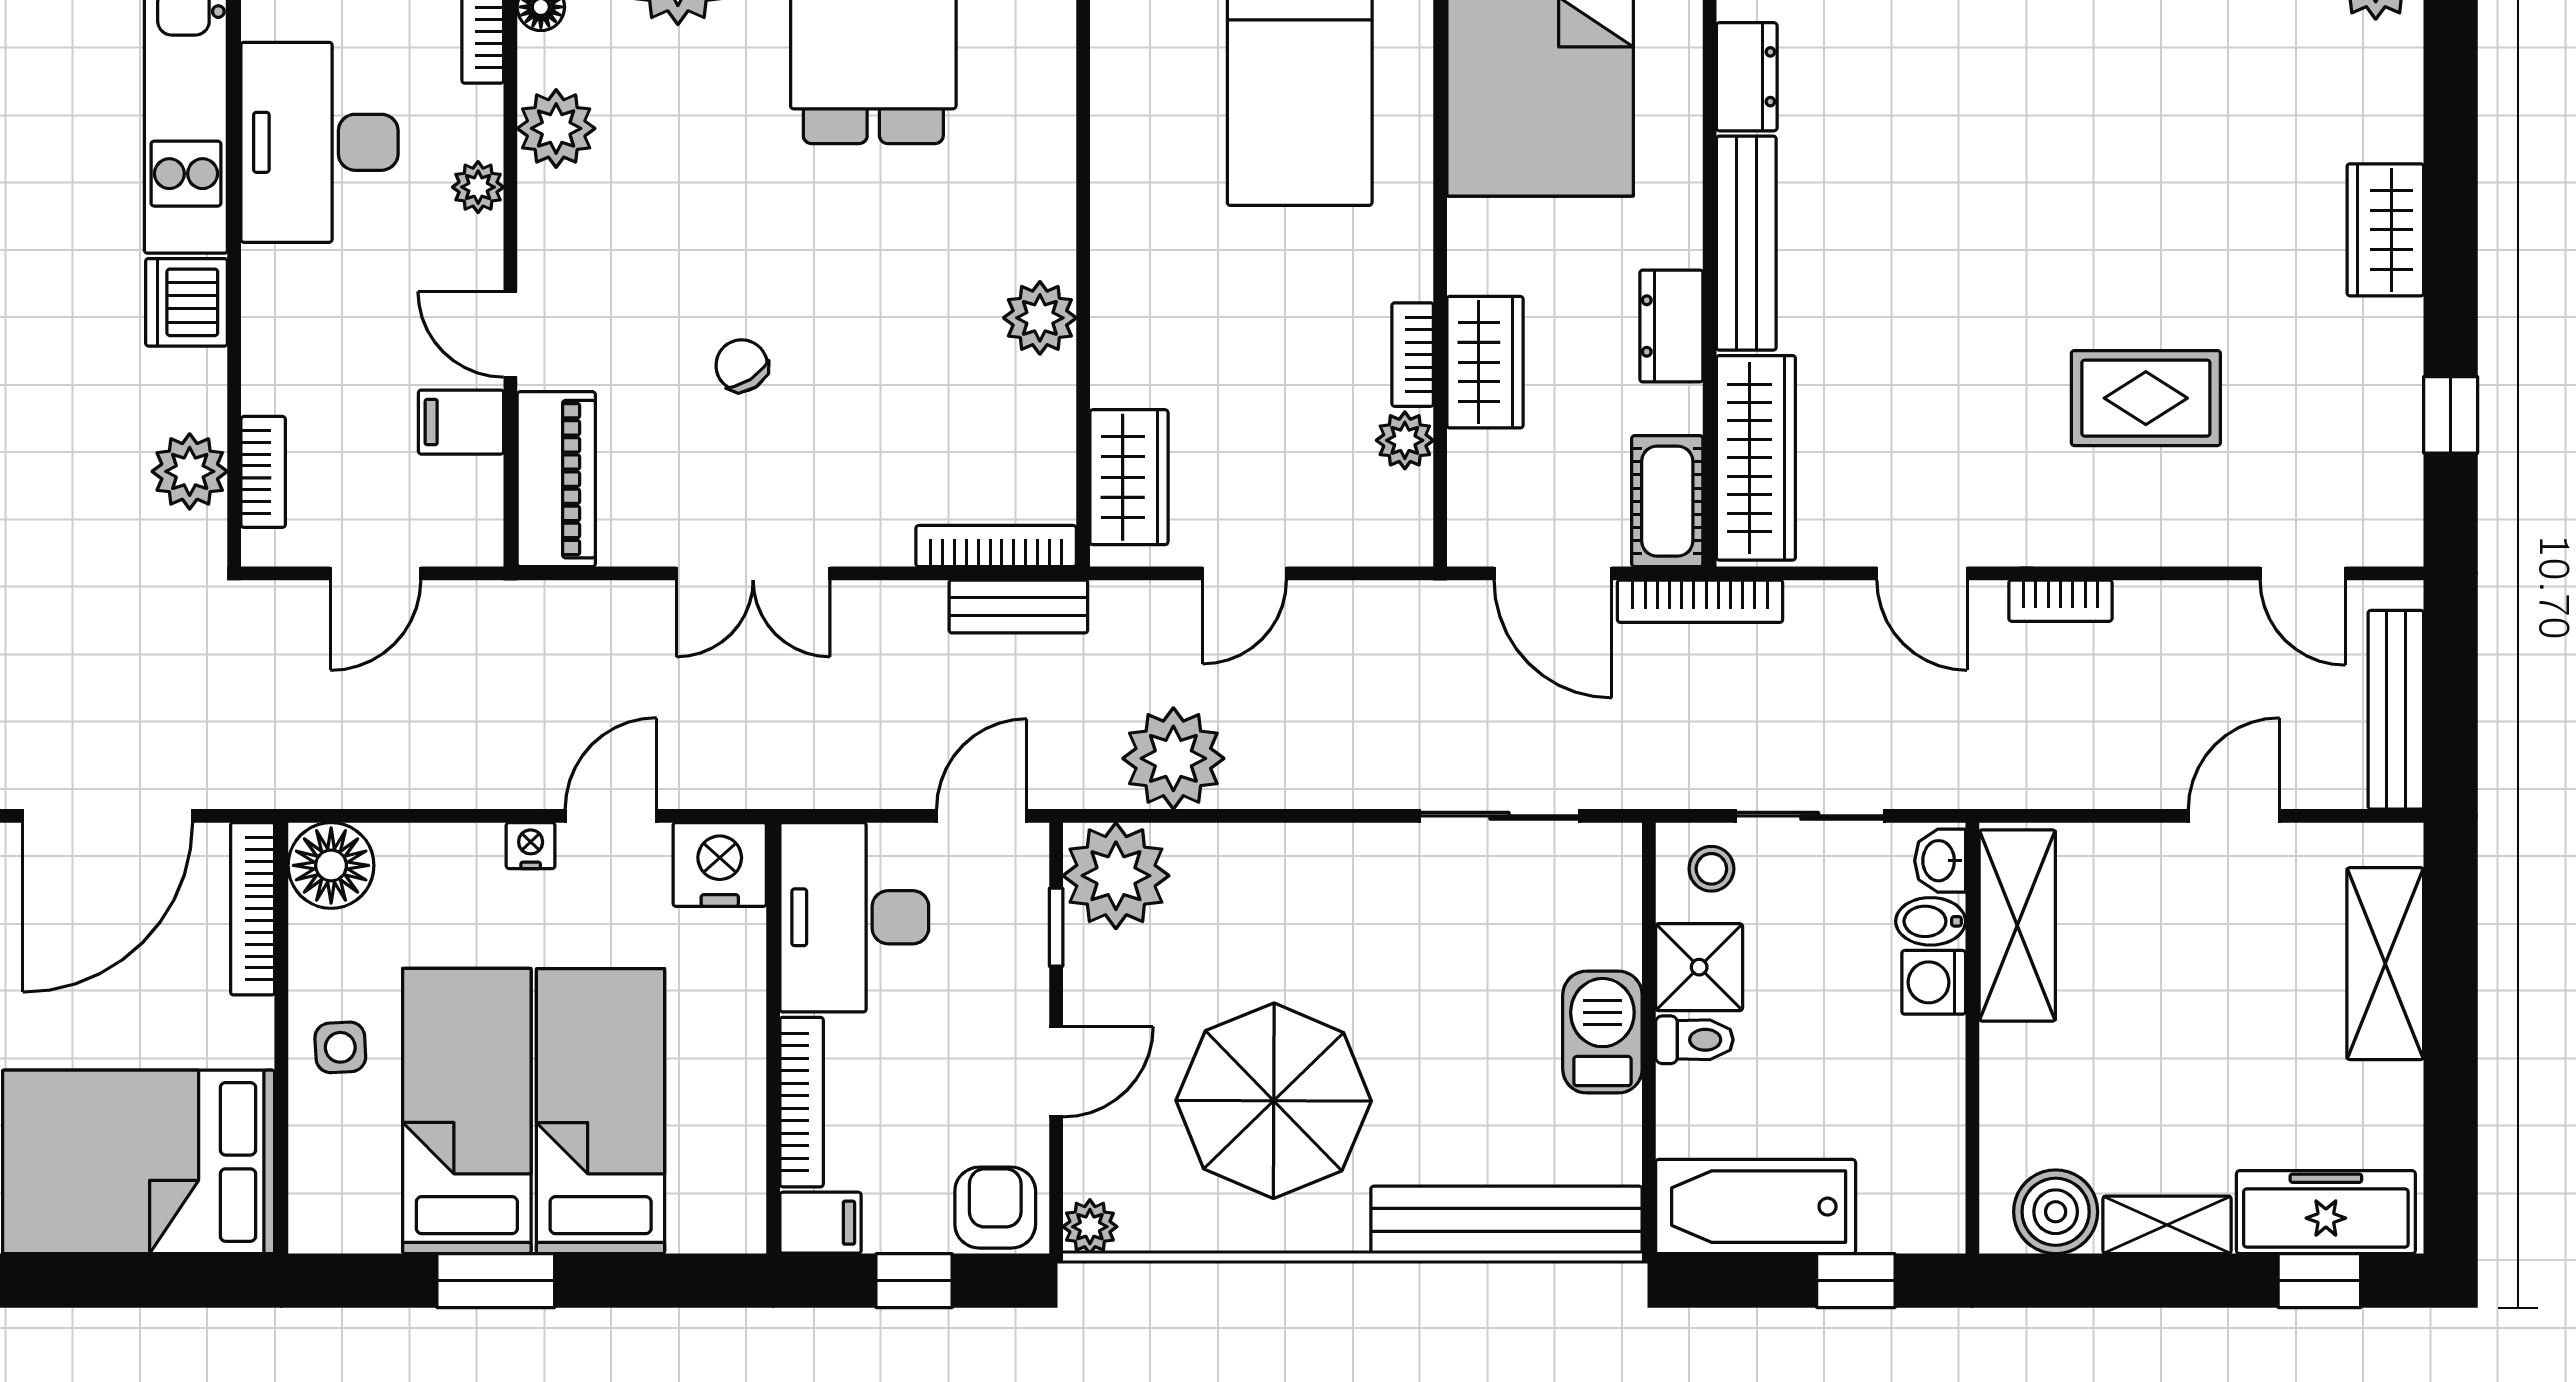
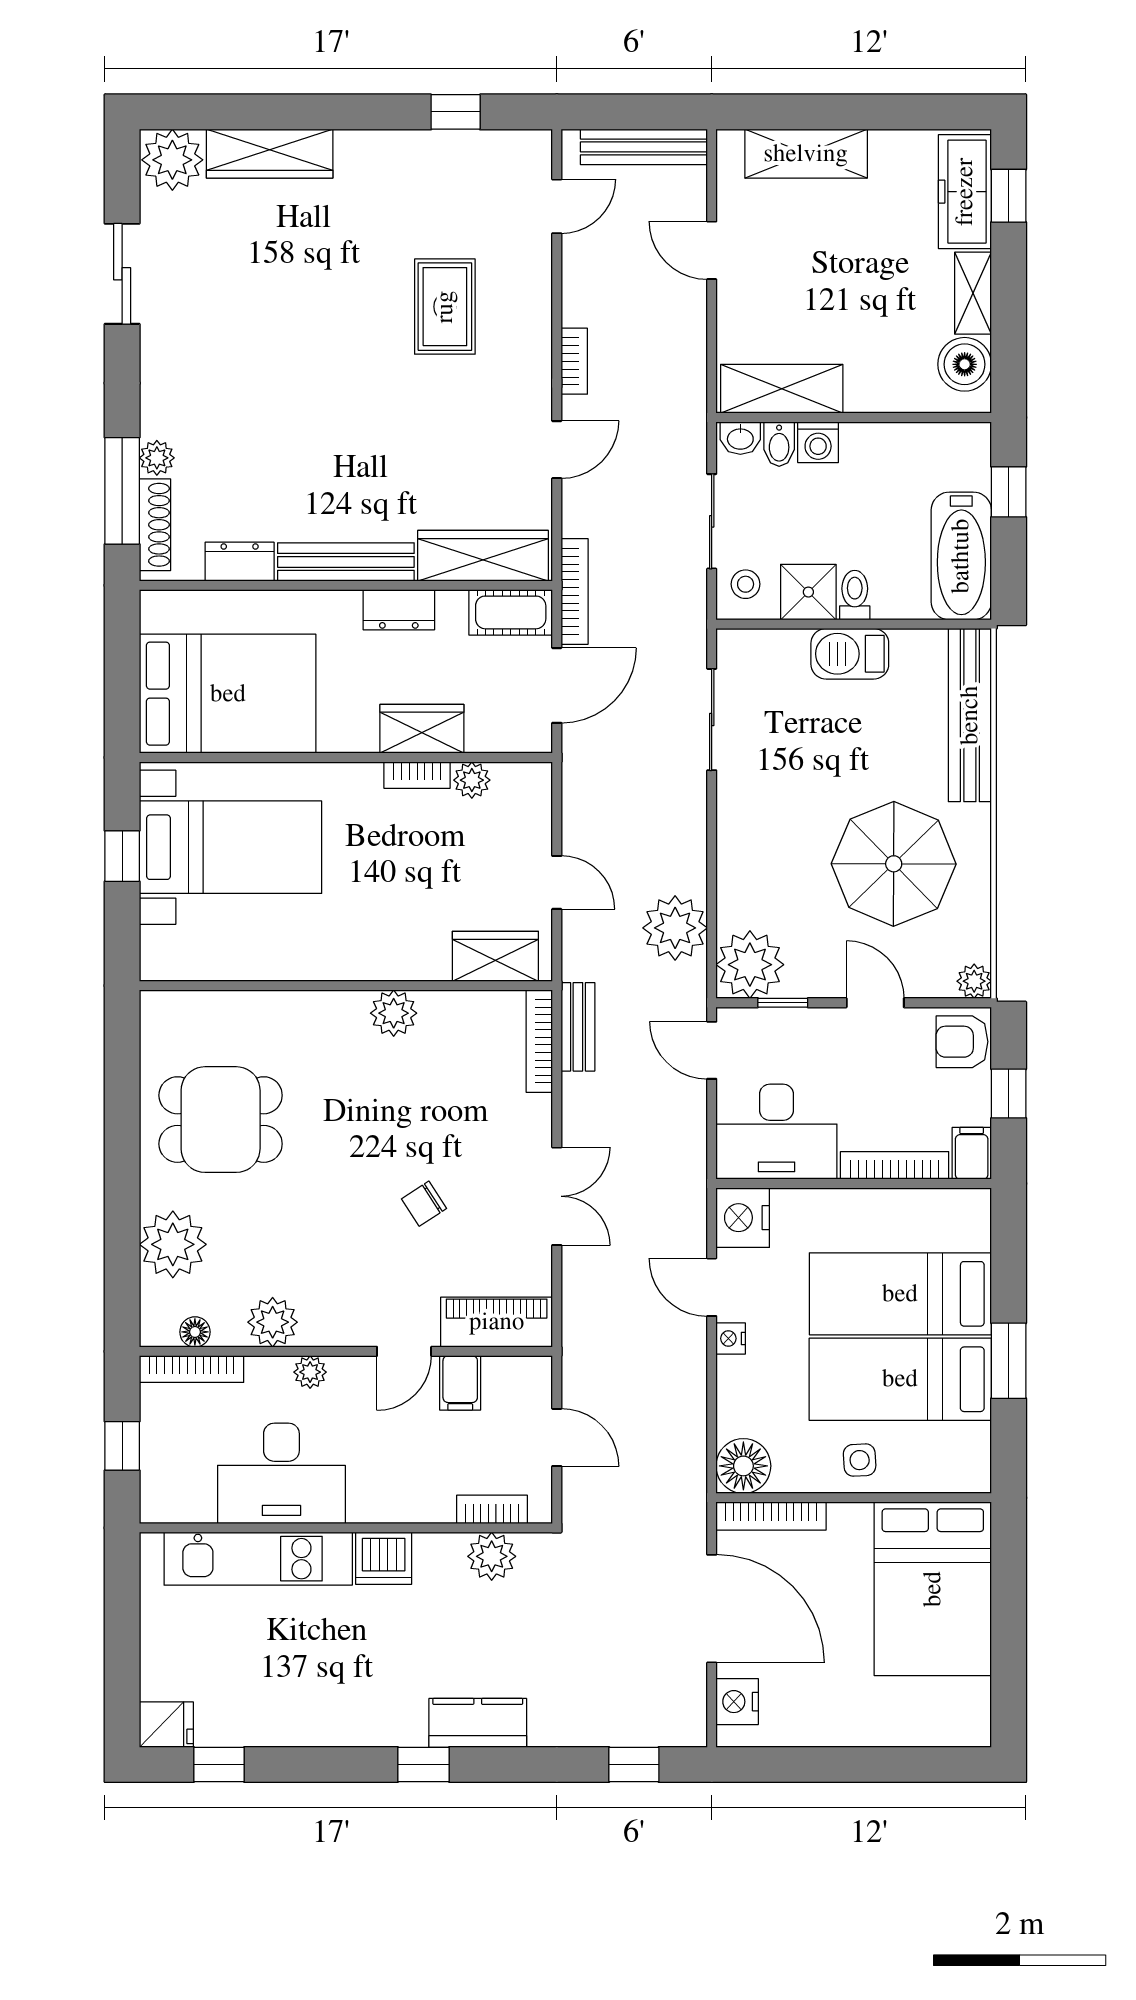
wardrobe: (2385, 230) -> (270, 154), moved, width x1.50

